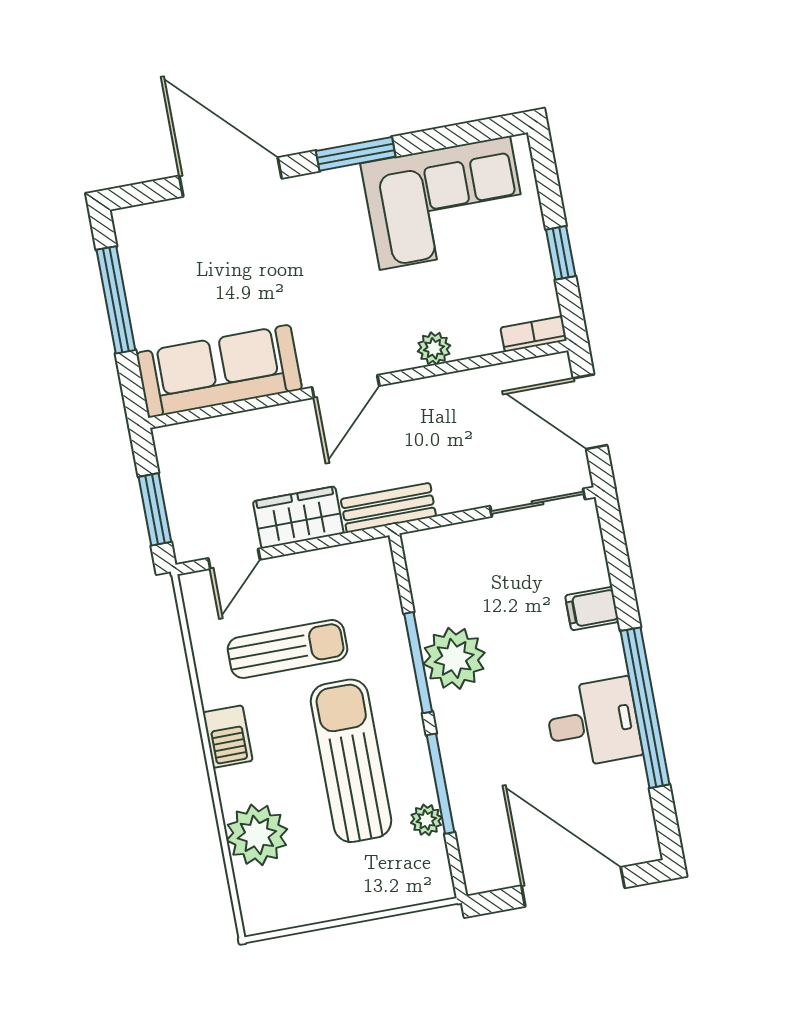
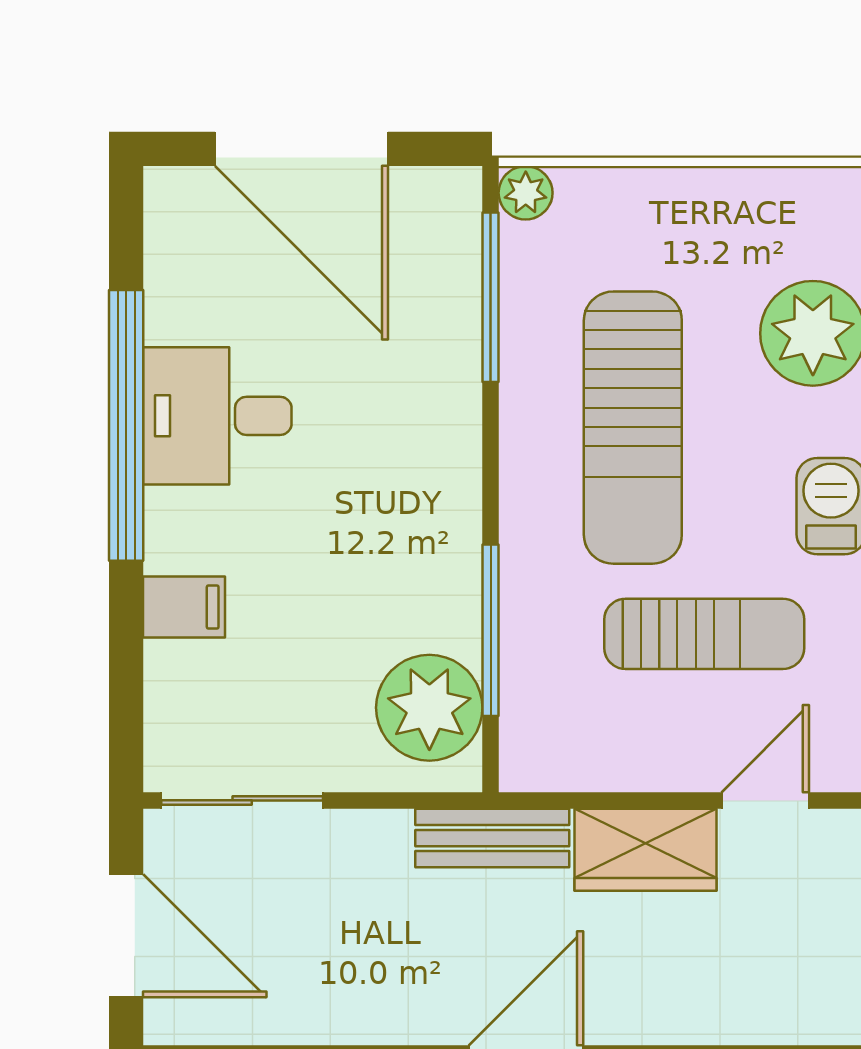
sun lounger: (288, 649) -> (704, 634), turned 180
plant: (454, 658) -> (429, 708), moved
window: (418, 663) -> (491, 630), moved
window: (441, 784) -> (491, 297), moved
plant: (426, 820) -> (526, 193), moved

